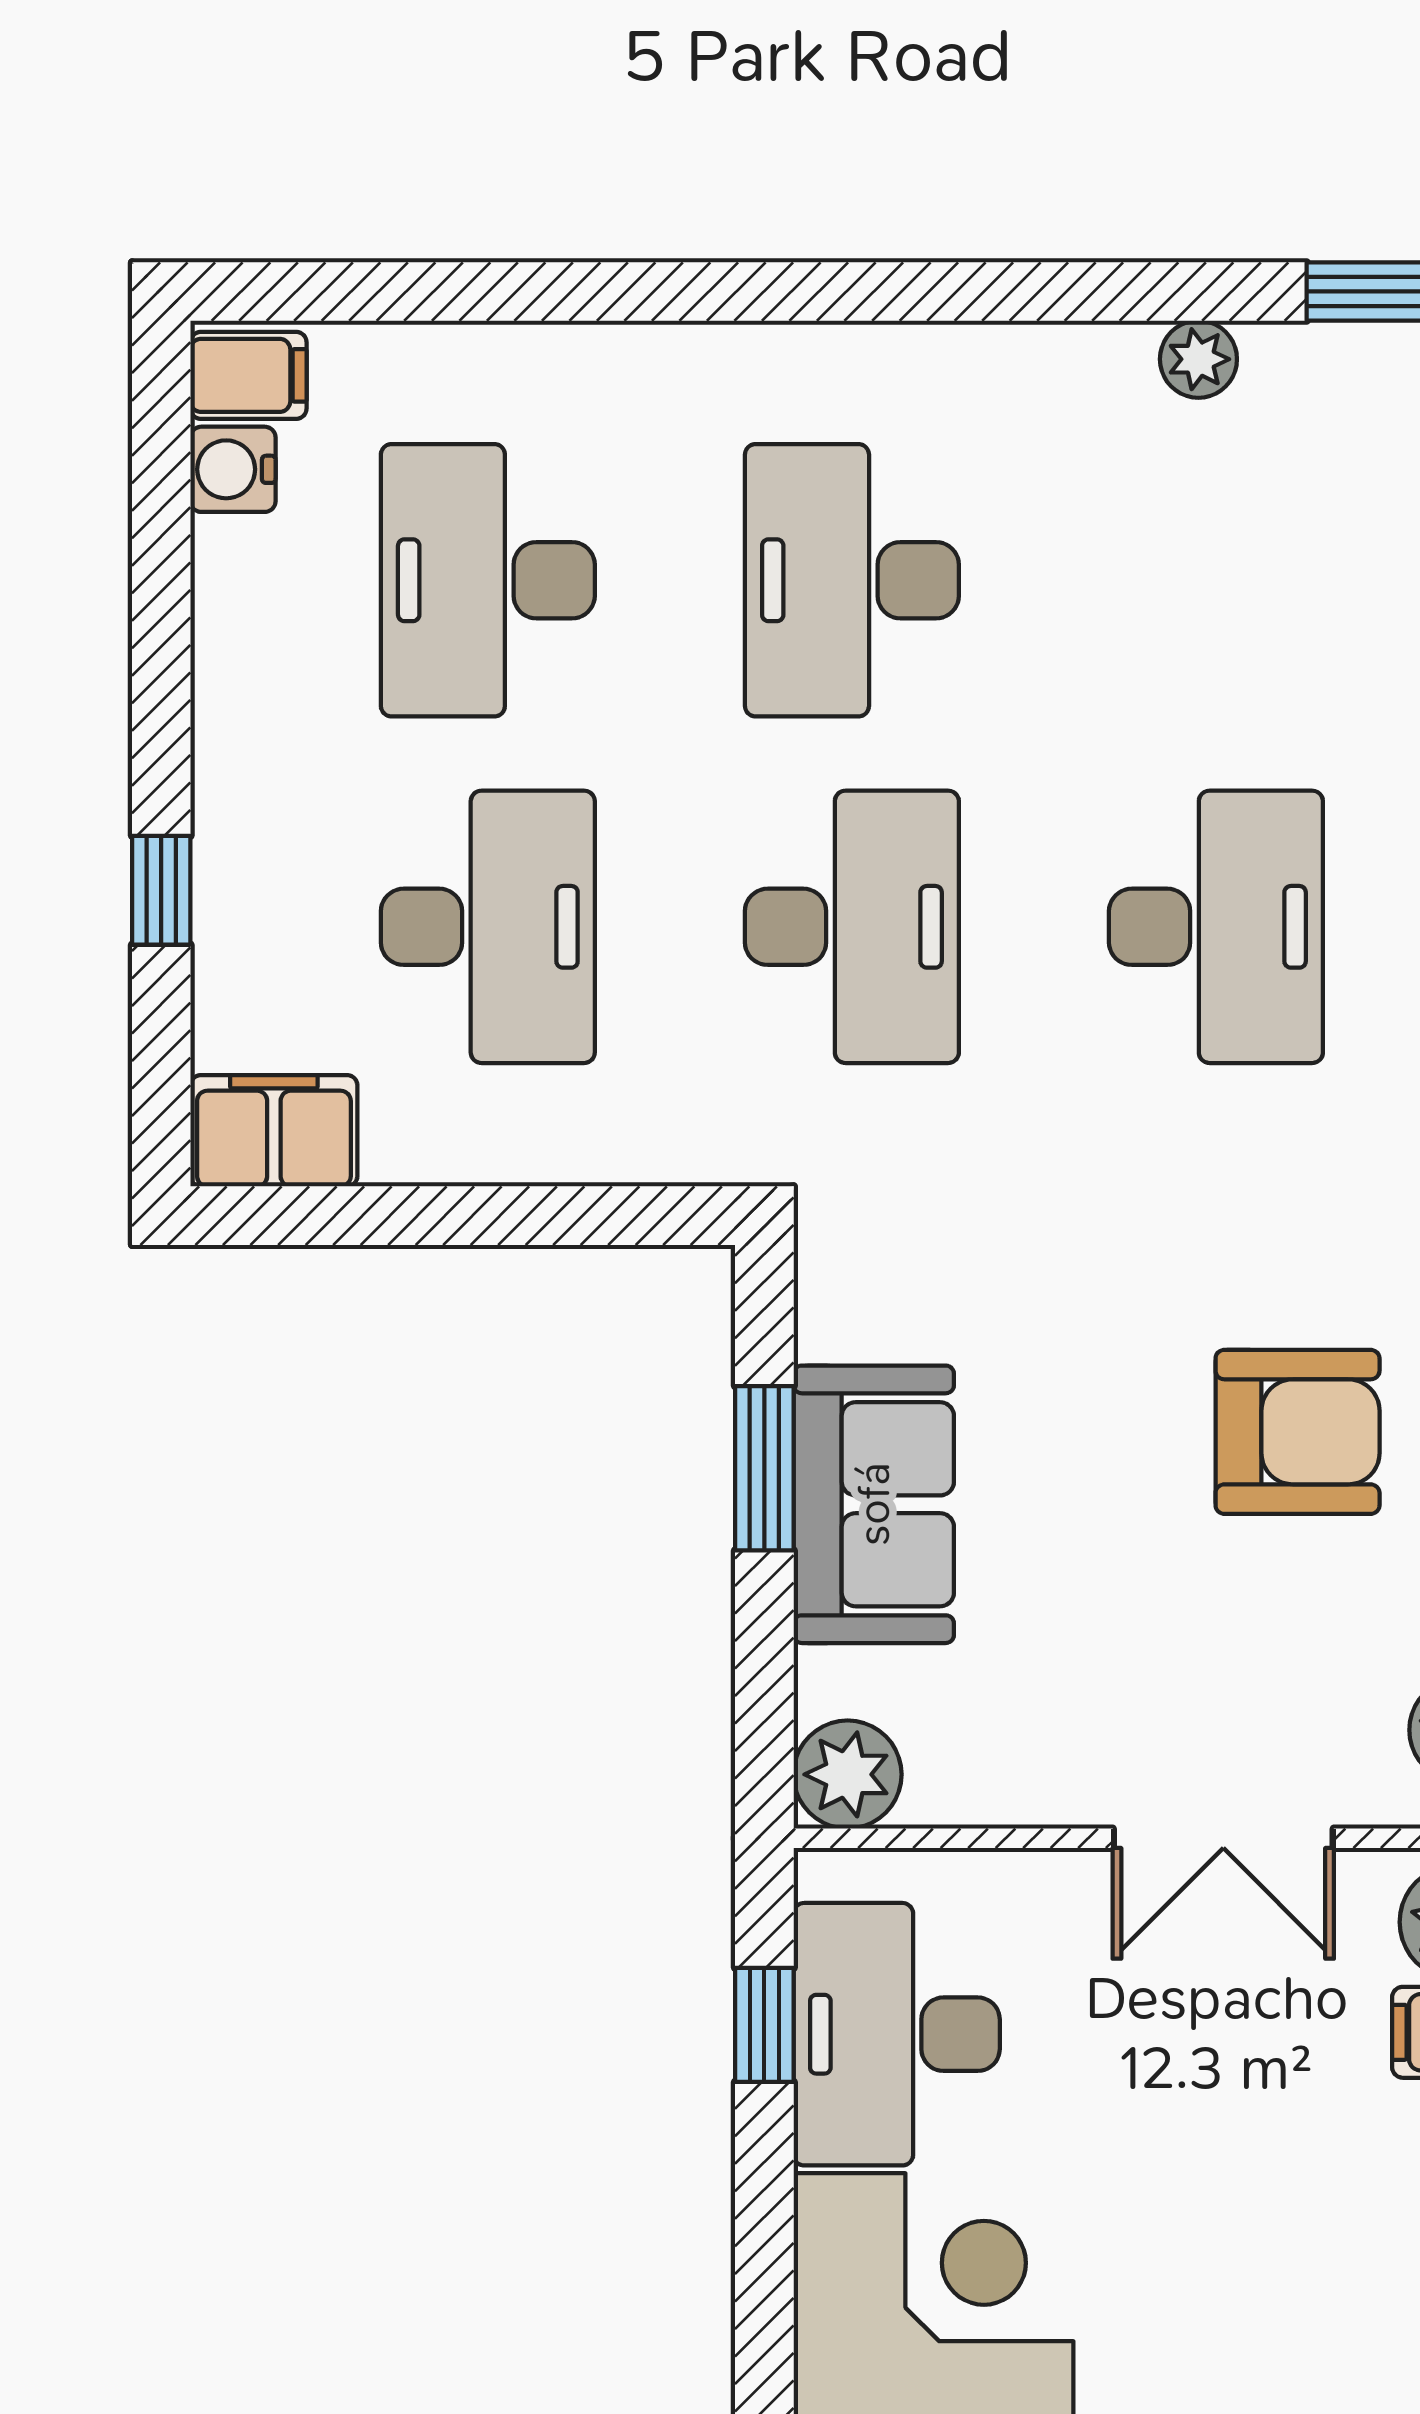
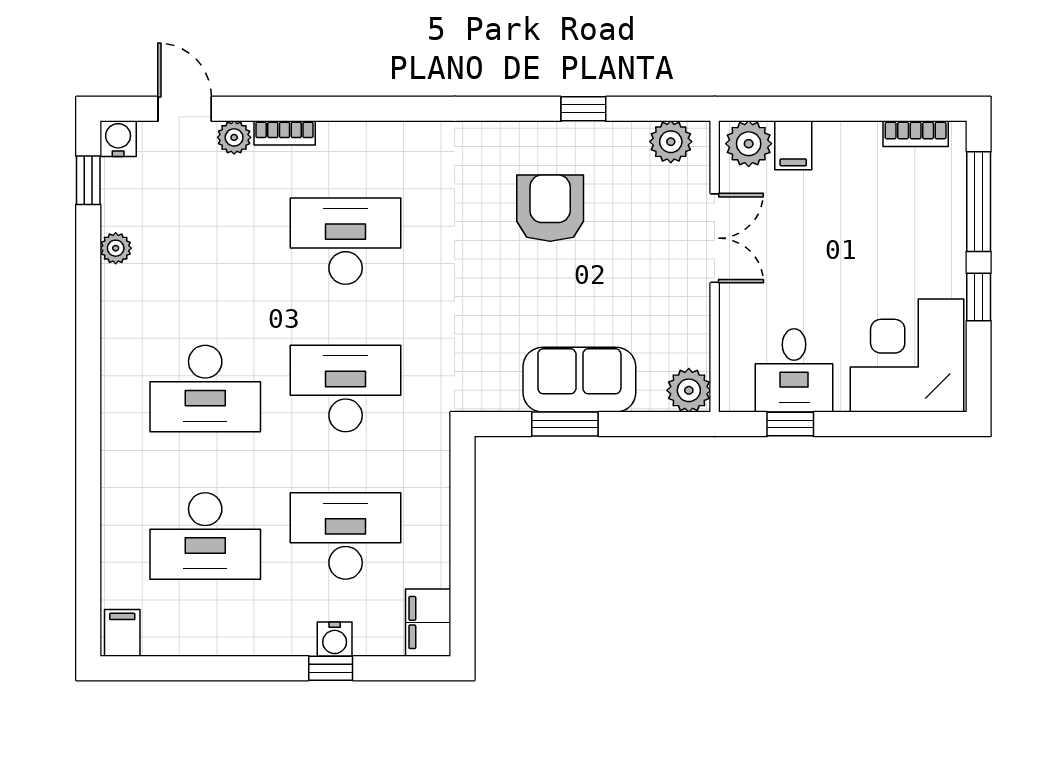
water cooler: (233, 469) -> (335, 639), moved
desk: (897, 2034) -> (794, 370), width x0.73

